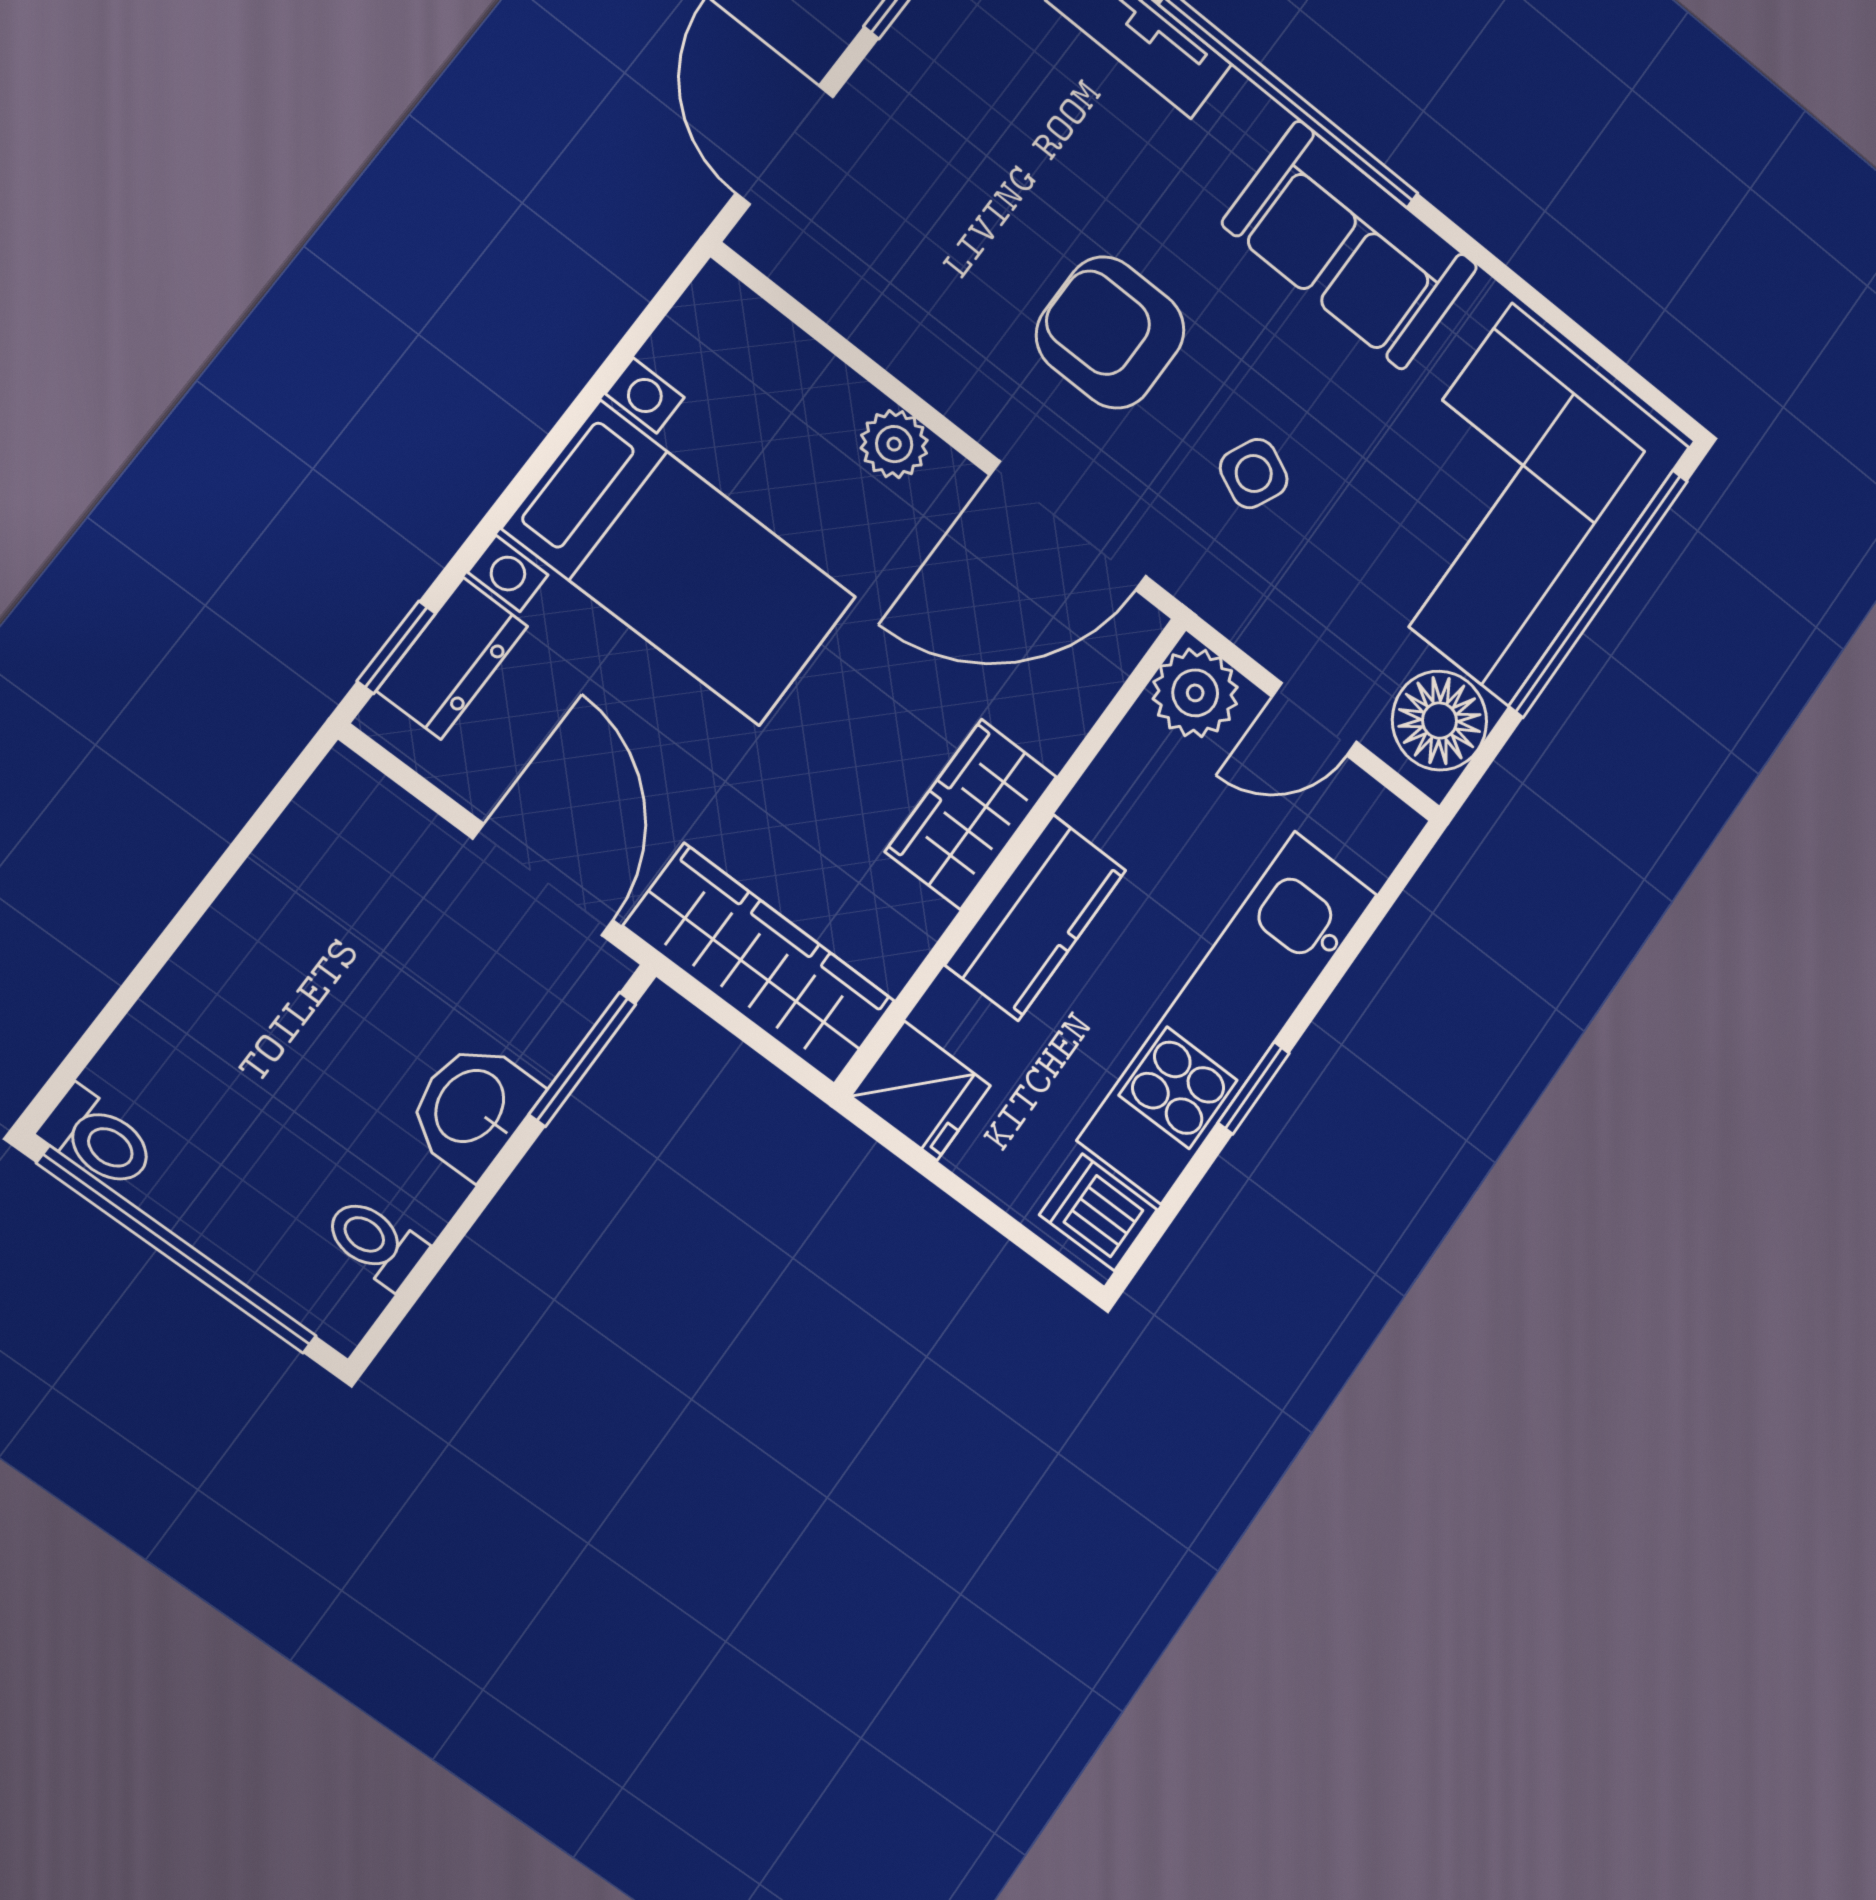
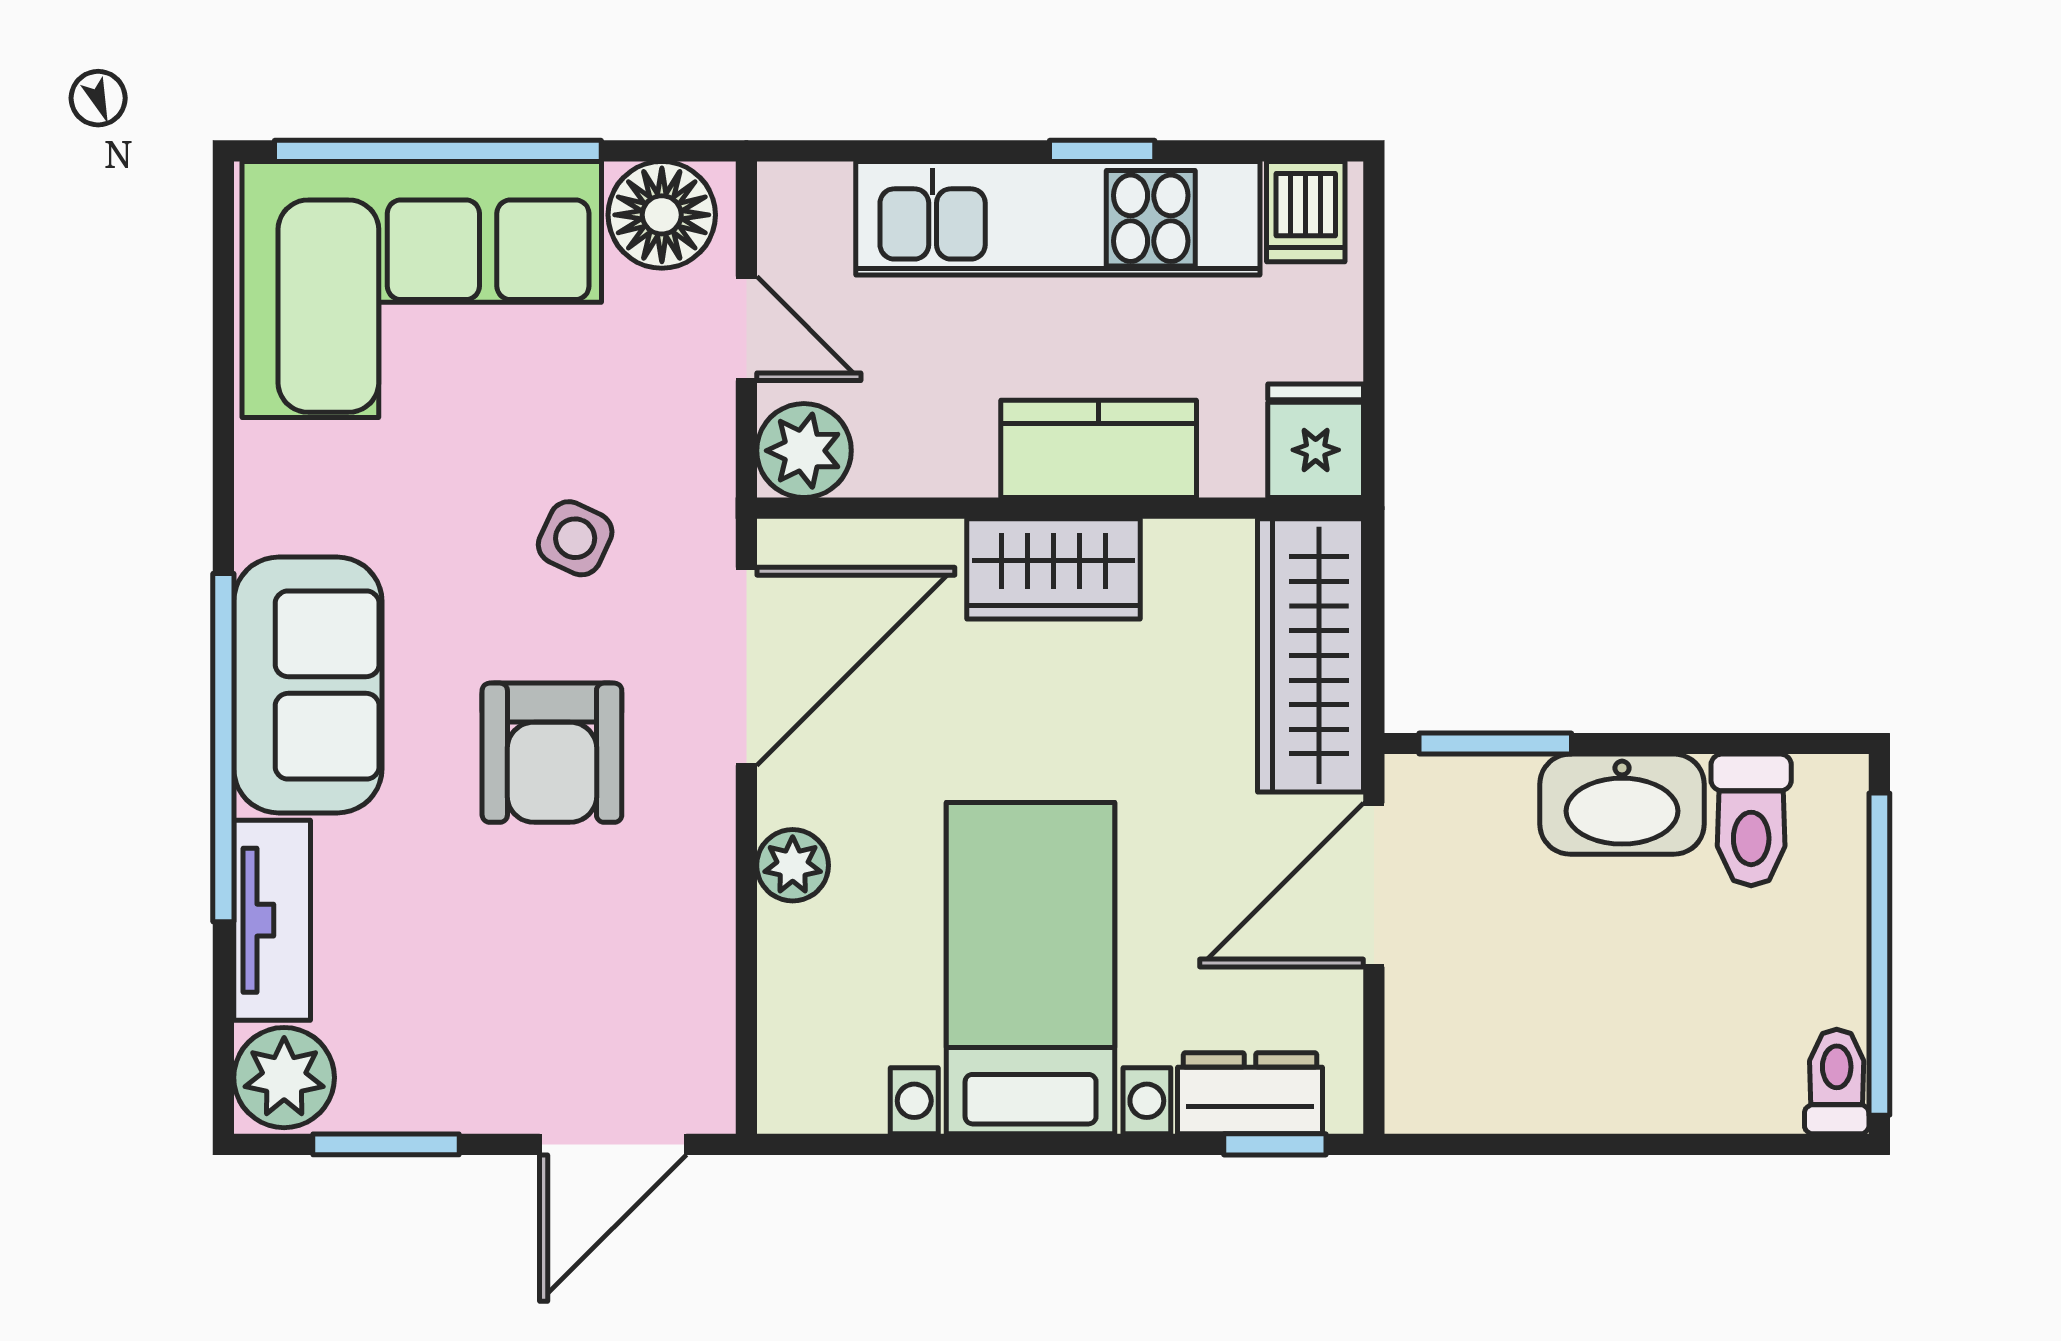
sofa: (1350, 245) -> (308, 685), moved
door: (1068, 526) -> (746, 666), hinge flipped
washbasin: (472, 1108) -> (1622, 804), width x1.38
toilet: (375, 1242) -> (1751, 820), width x1.37, depth x1.39

